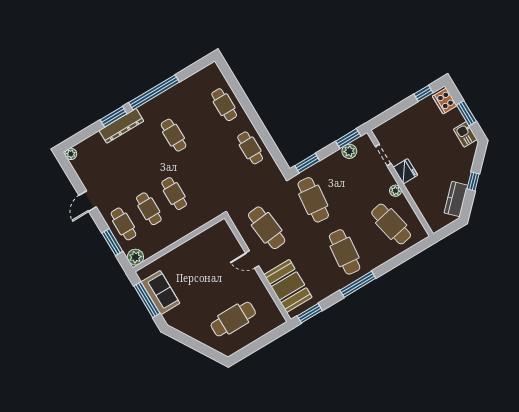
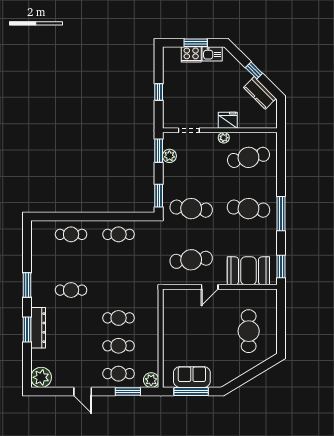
window: (154, 92) -> (27, 285), width x0.47
window: (423, 93) -> (159, 92), moved
cooker: (445, 101) -> (191, 54), moved
plant: (71, 154) -> (41, 377), width x1.88, depth x1.88
fridge: (405, 171) -> (228, 120), moved

